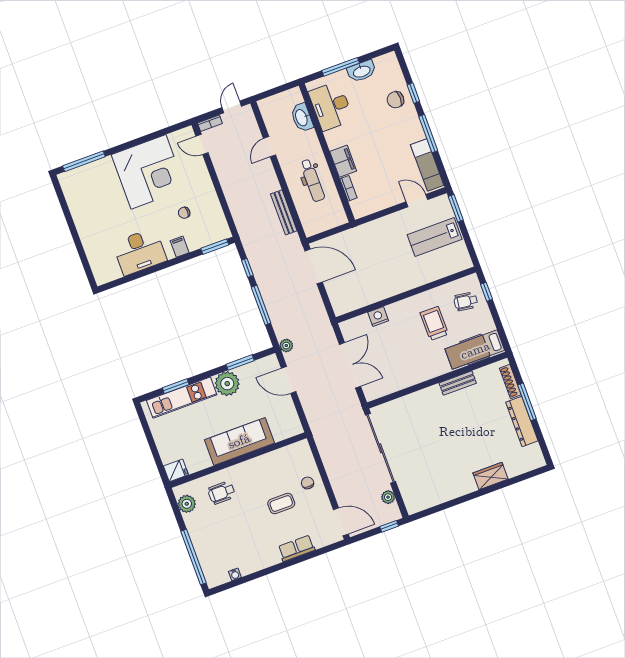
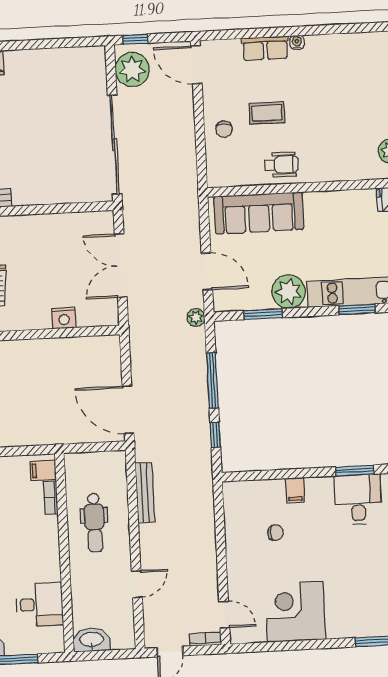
desk: (331, 106) -> (40, 604), width x0.73
washbasin: (302, 118) -> (92, 640), moved, turned -90
filing cabinet: (343, 161) -> (43, 470), moved, width x0.50
corner desk: (148, 172) -> (295, 612), width x0.74, depth x0.74
dental chair: (312, 180) -> (94, 523), turned 180
window: (215, 247) -> (355, 470), moved
desk: (140, 252) -> (358, 499), width x0.73
sofa: (239, 441) -> (259, 213), moved
wheelchair: (222, 493) -> (281, 165), moved
plant: (388, 497) -> (132, 69), width x1.88, depth x1.88
water cooler: (235, 574) -> (297, 42), moved

